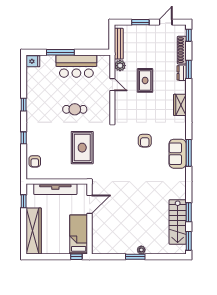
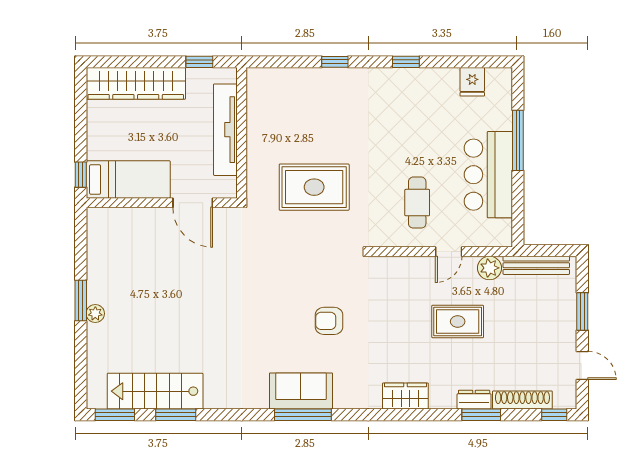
fridge: (33, 61) -> (472, 82), moved
cafe table: (75, 109) -> (417, 203), moved
armchair: (35, 161) -> (285, 86), removed

